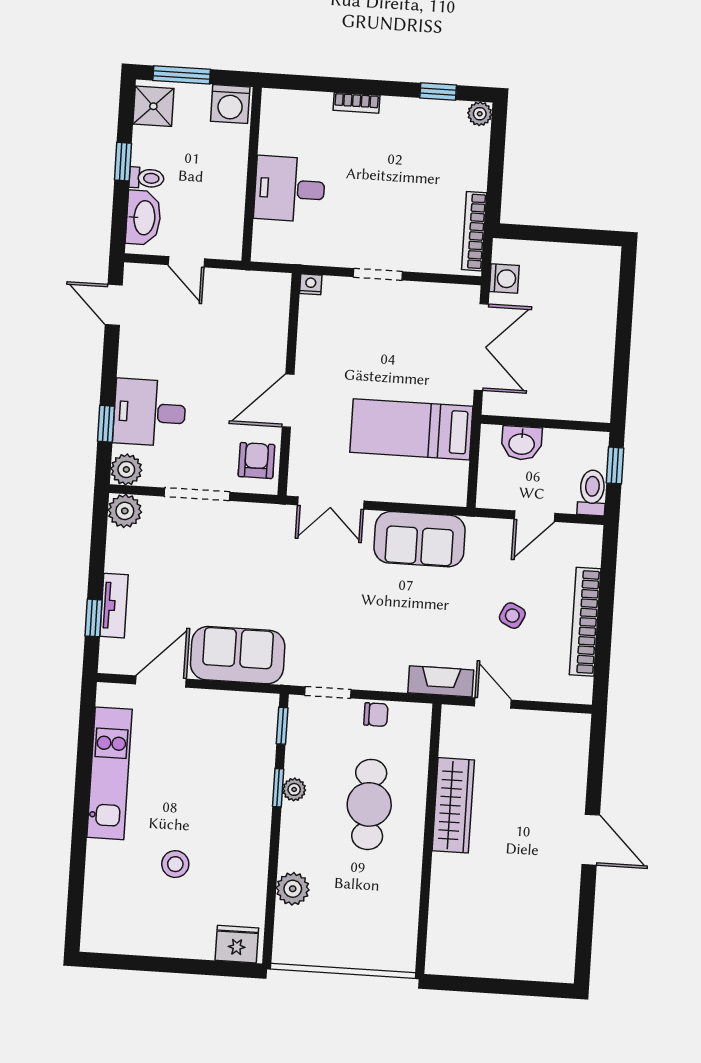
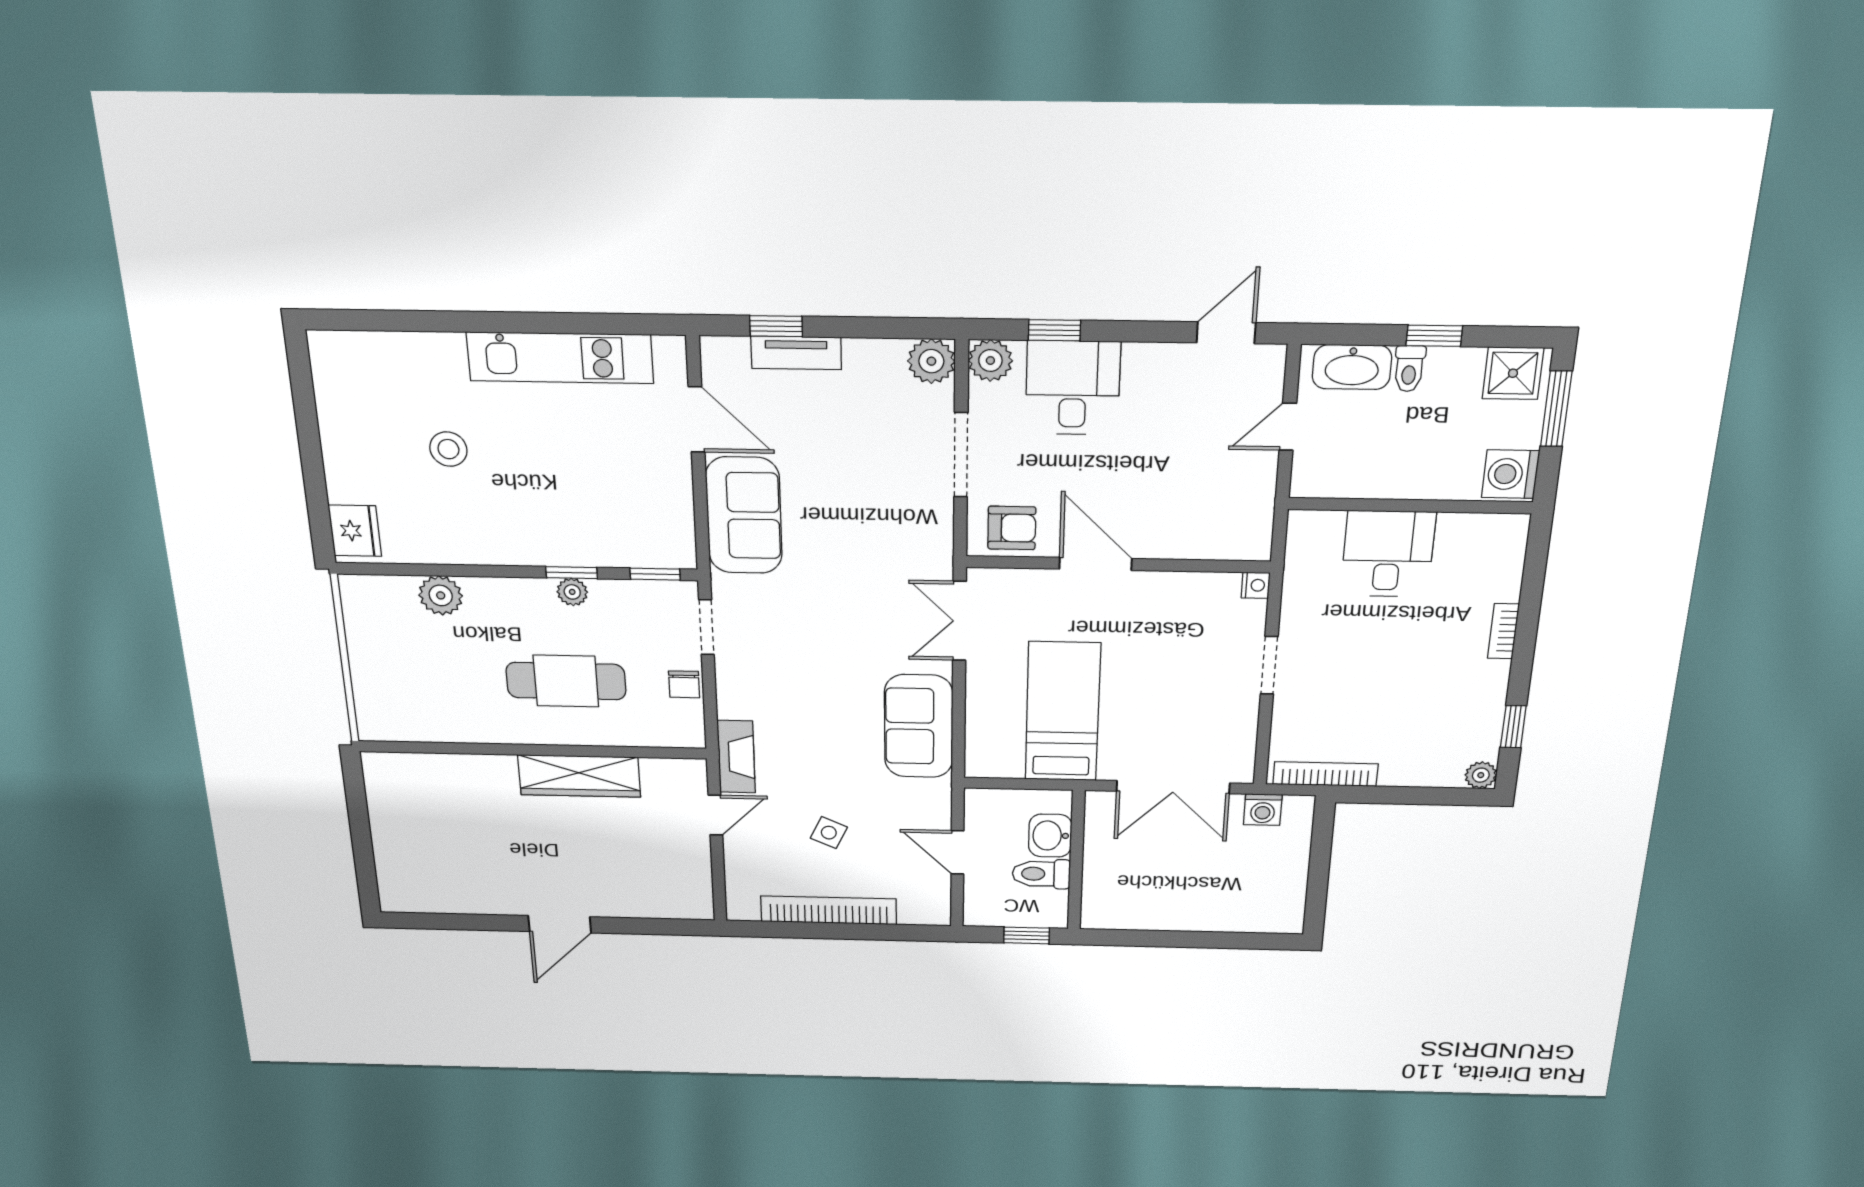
toilet: (592, 493) -> (1041, 874), moved, turned 180

